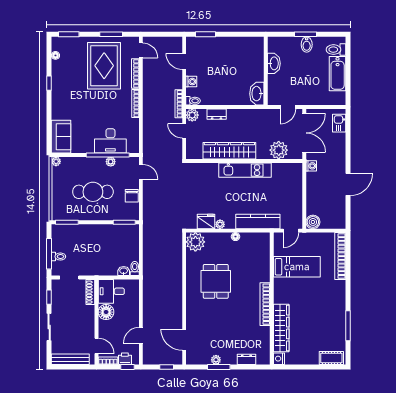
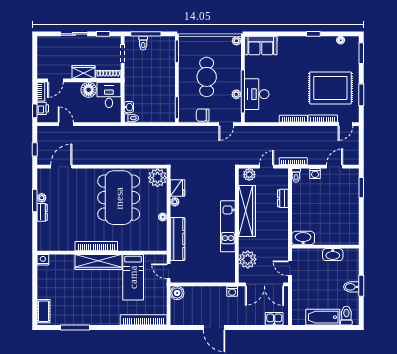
plant: (192, 115) -> (249, 174), moved
dining table: (216, 281) -> (119, 198), width x1.88, depth x1.24
wardrobe: (88, 317) -> (83, 72), added
wardrobe: (281, 328) -> (98, 262), moved
bench: (70, 359) -> (42, 55), removed
dresser: (246, 359) -> (42, 212), moved

